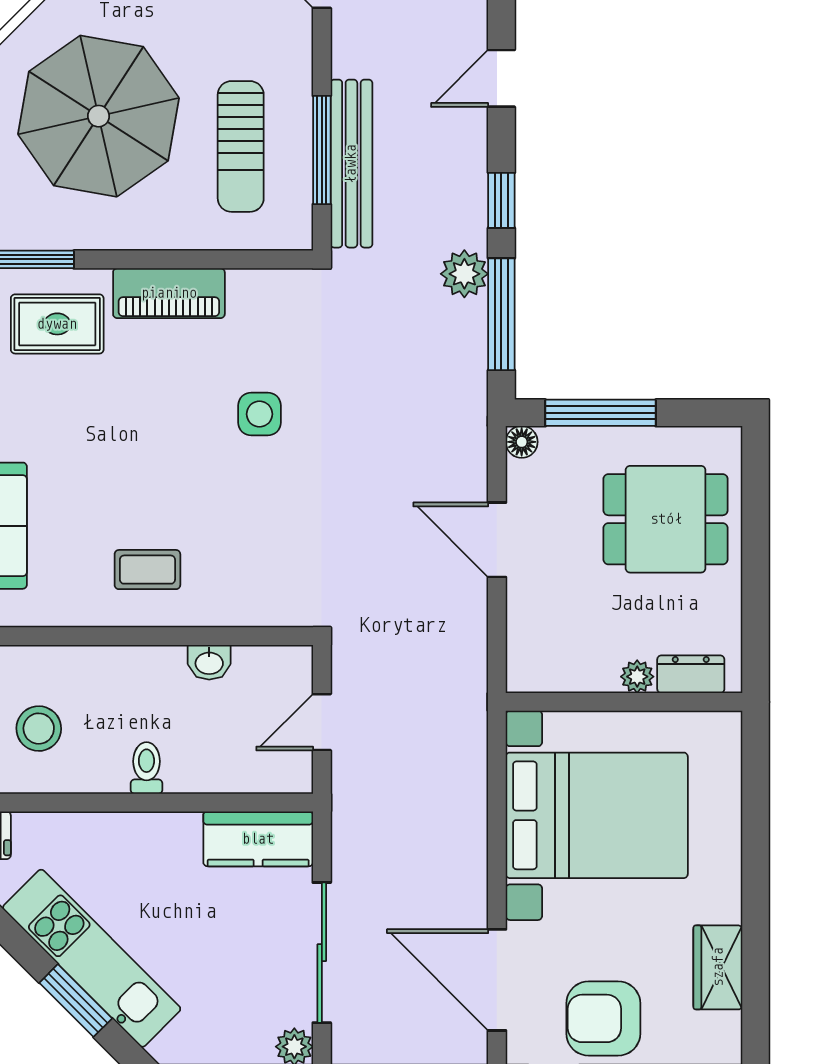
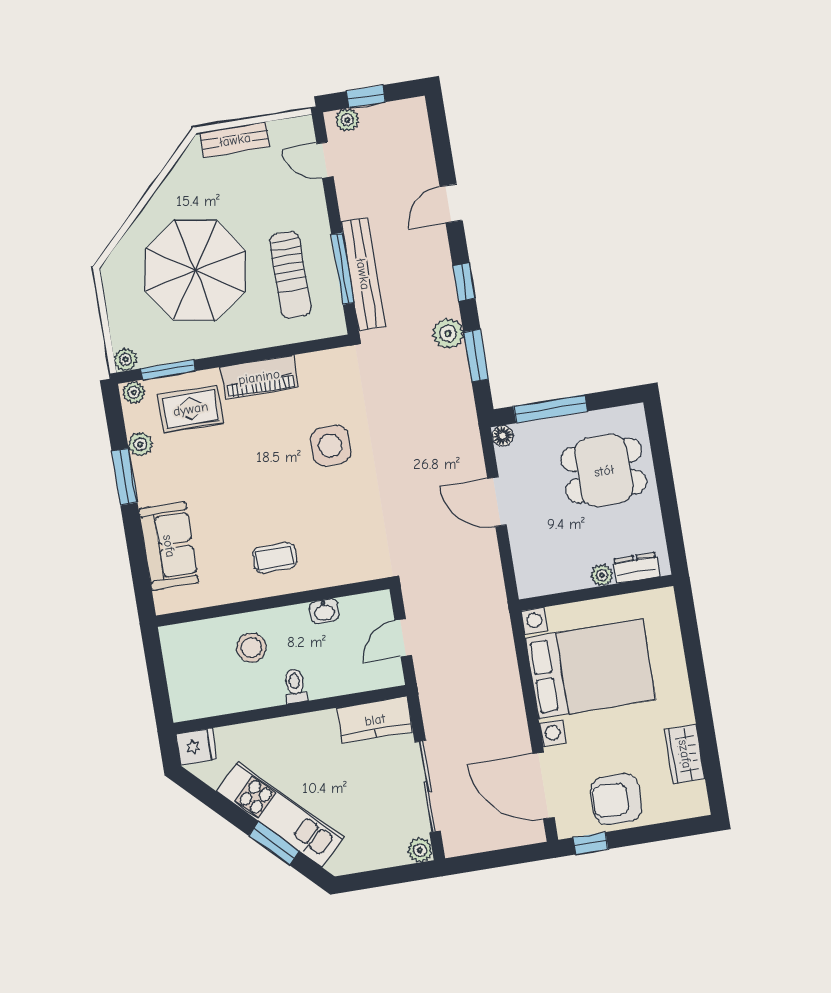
window: (501, 314) -> (476, 356), width x0.69
side table: (259, 414) -> (331, 446), width x1.37, depth x1.37
stool: (39, 729) -> (251, 648), moved

